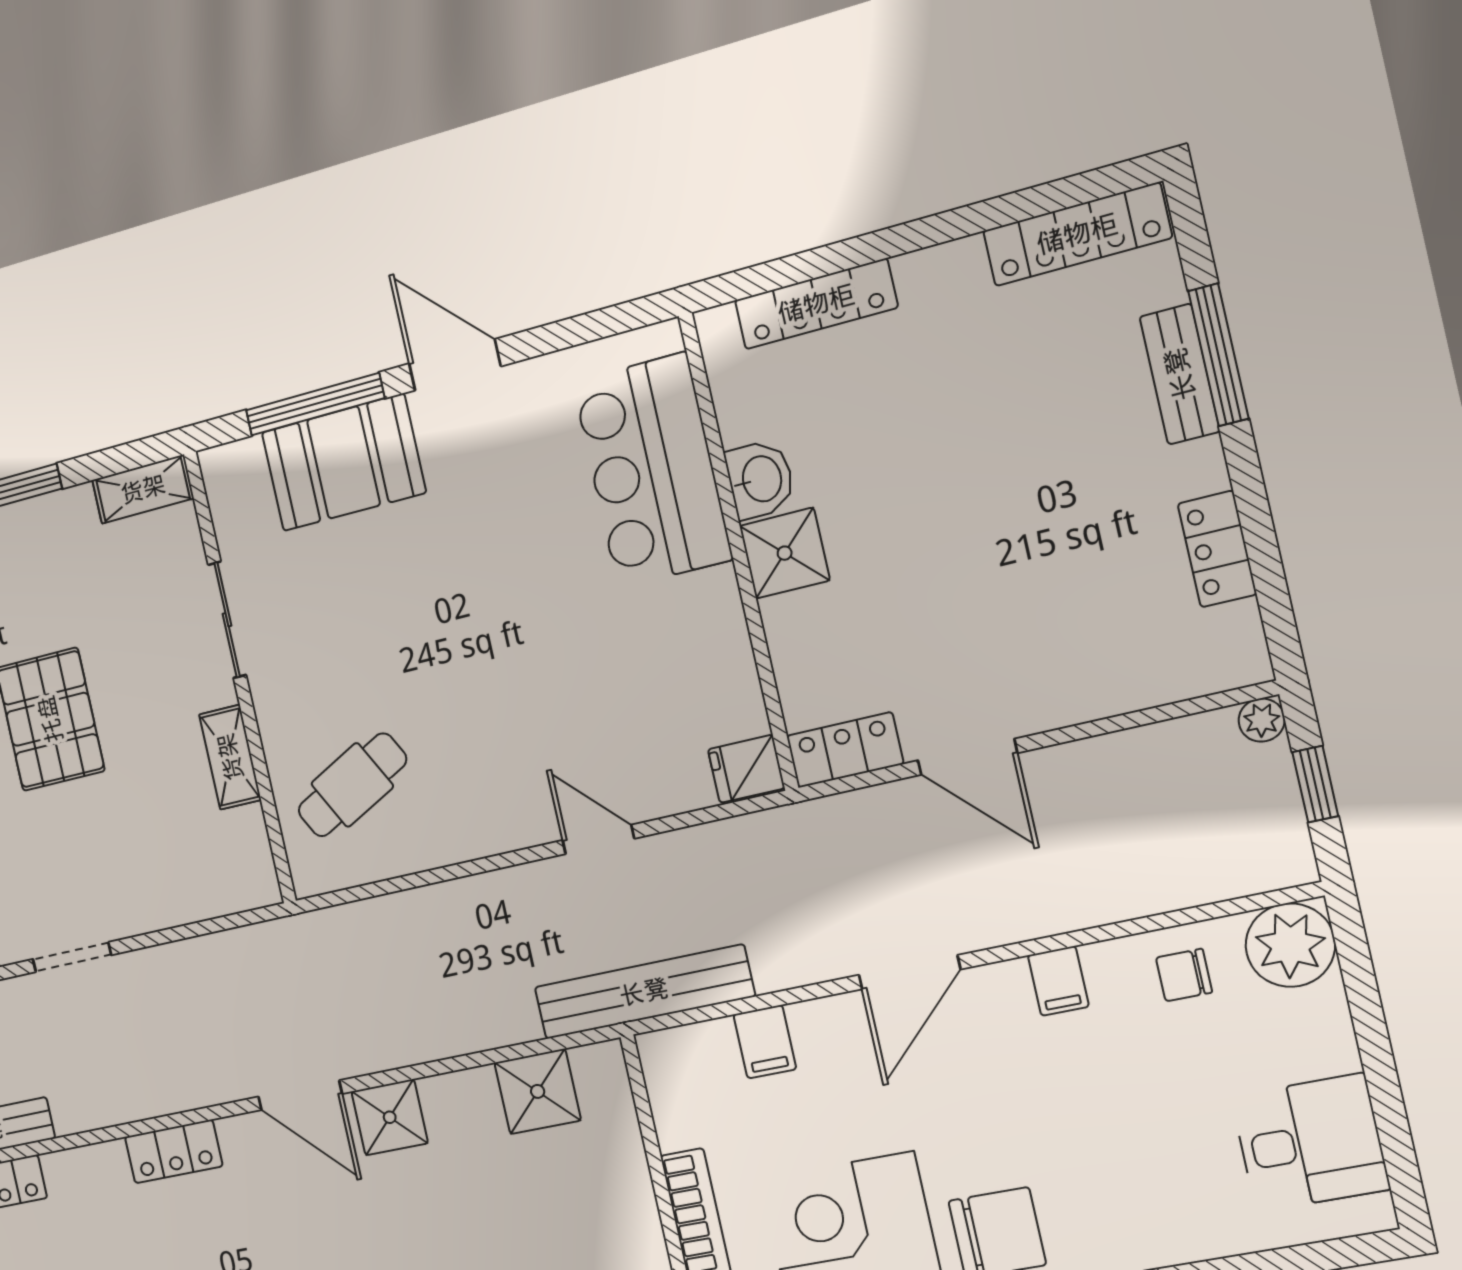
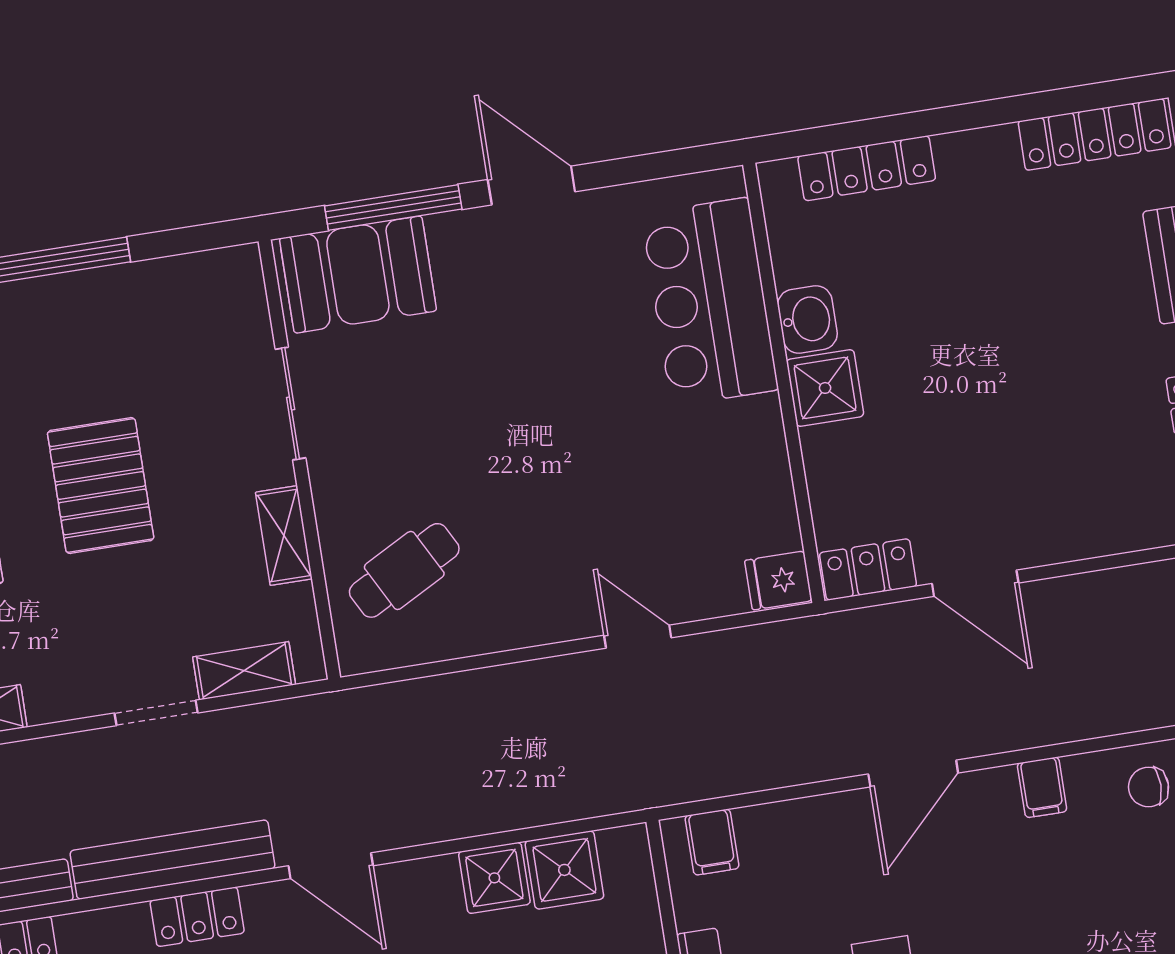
booth: (344, 462) -> (358, 275), moved
shelving: (143, 489) -> (244, 671), moved
doorway: (72, 957) -> (156, 713), moved
bench: (644, 992) -> (172, 860), moved
filing cabinet: (765, 1042) -> (712, 842), moved
shower: (390, 1117) -> (494, 878), moved

